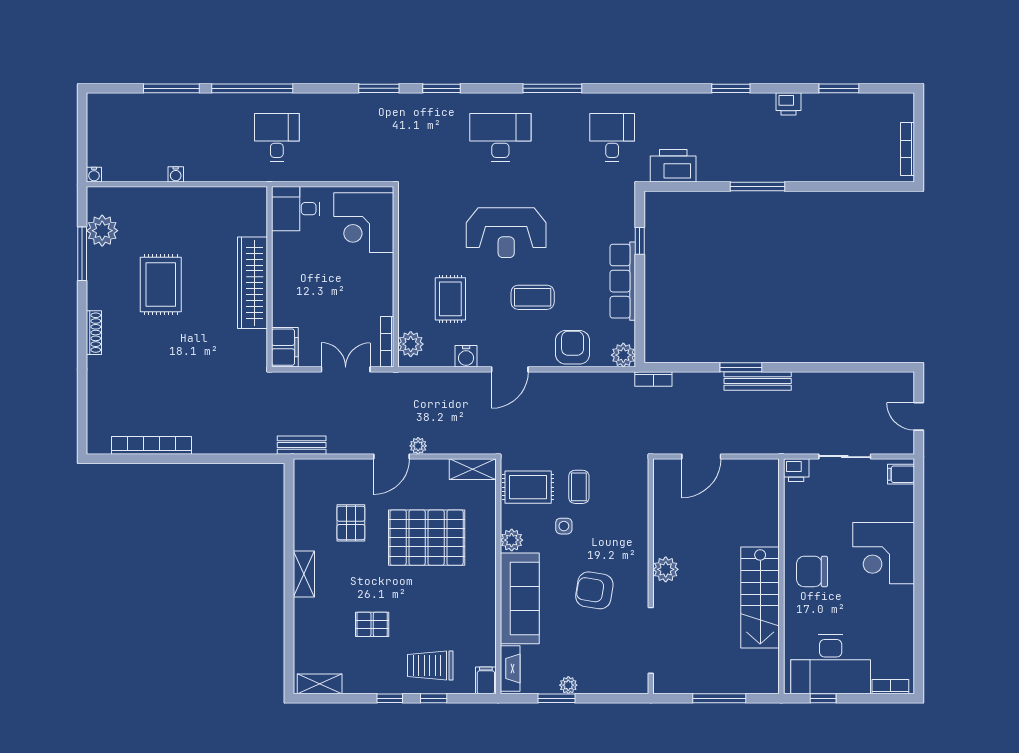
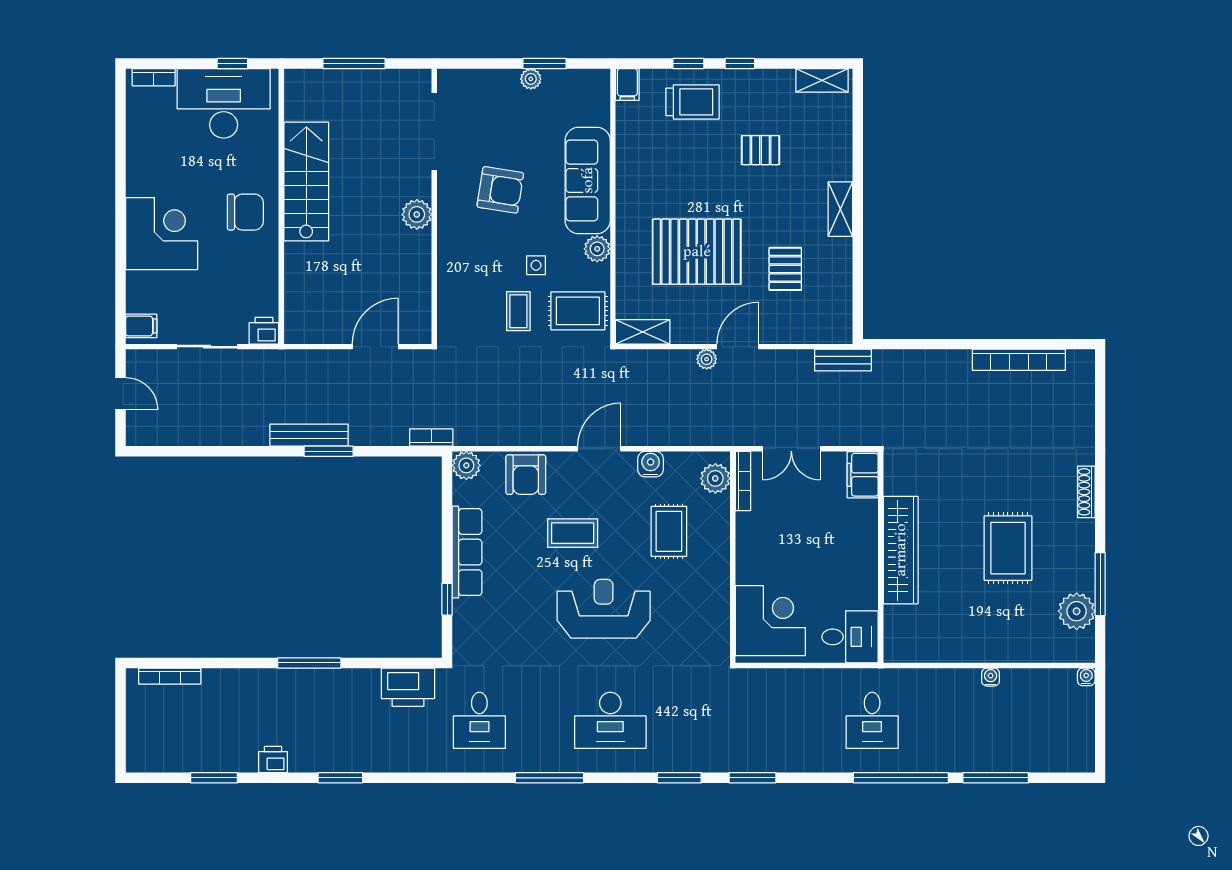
bookcase: (907, 149) -> (170, 676), moved, turned 90
fireplace: (510, 668) -> (599, 98), removed

